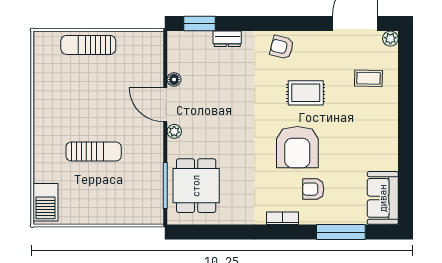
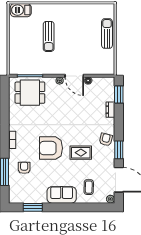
window: (301, 24) -> (119, 150), added
rug: (306, 93) -> (81, 153), turned 90
door: (165, 105) -> (74, 76), swing flipped
window: (405, 181) -> (33, 207), added
armchair: (313, 189) -> (24, 168), moved
sofa: (383, 198) -> (62, 195), moved

